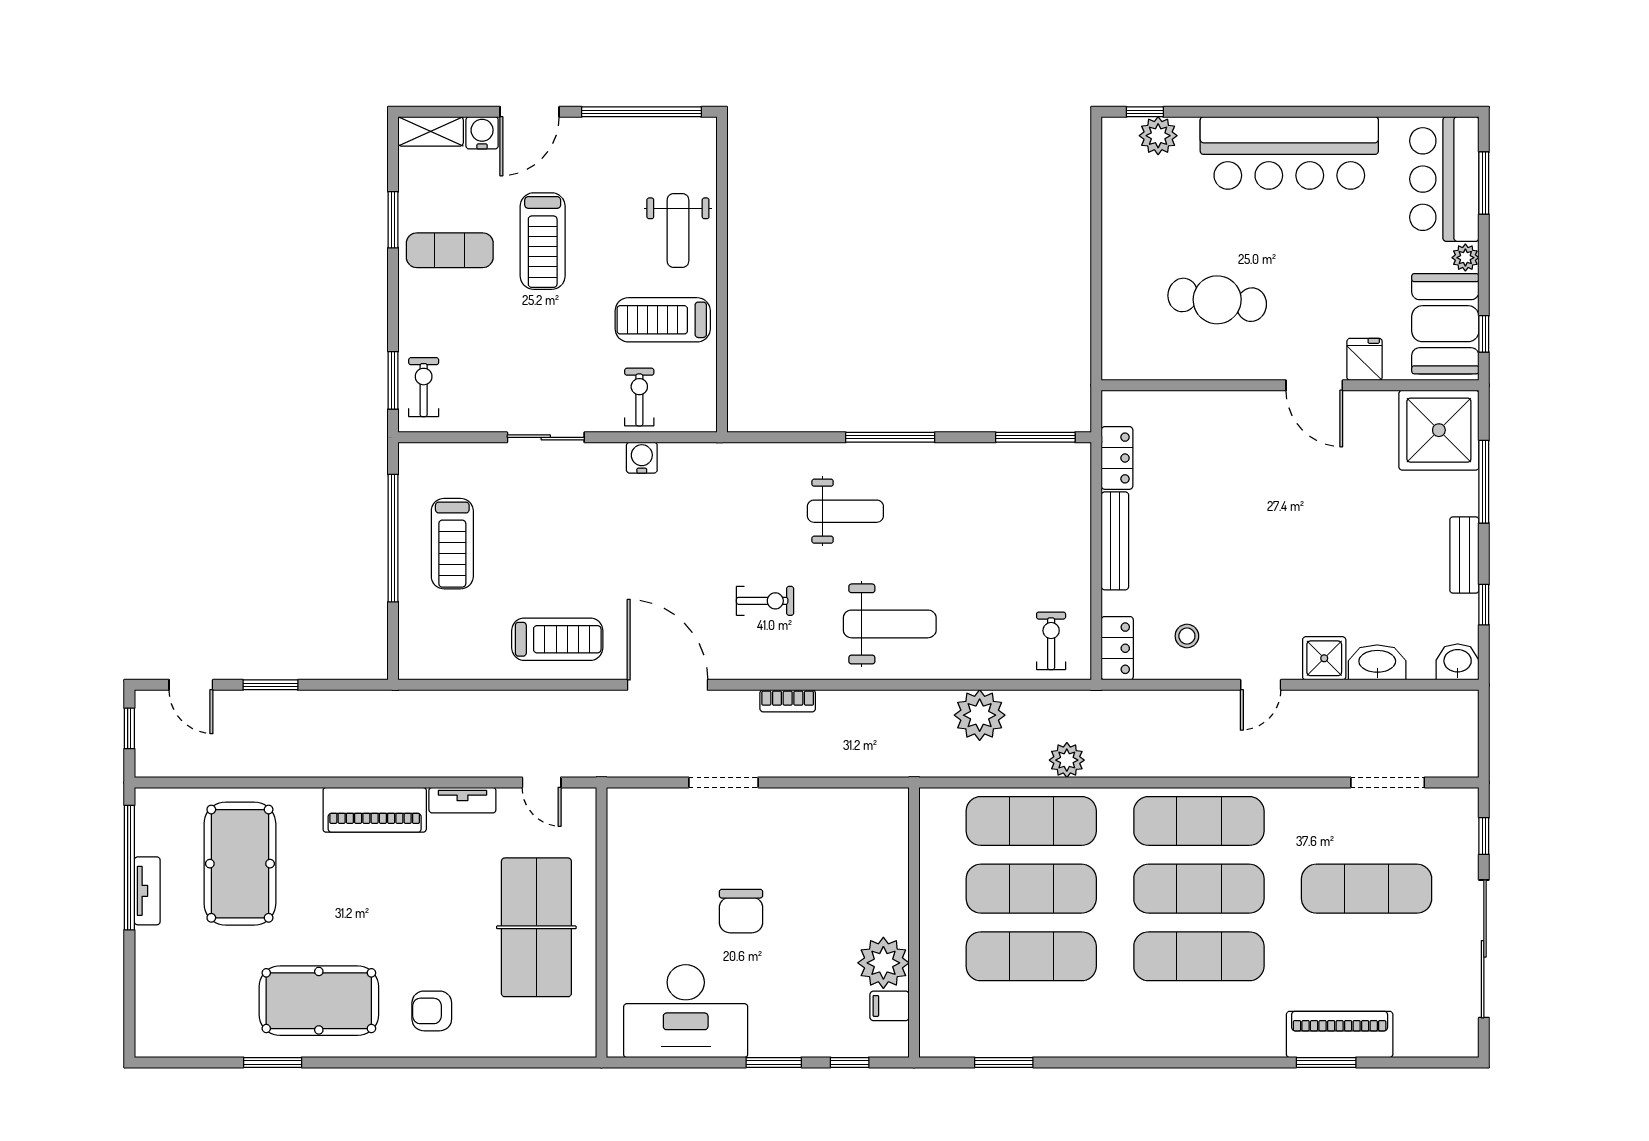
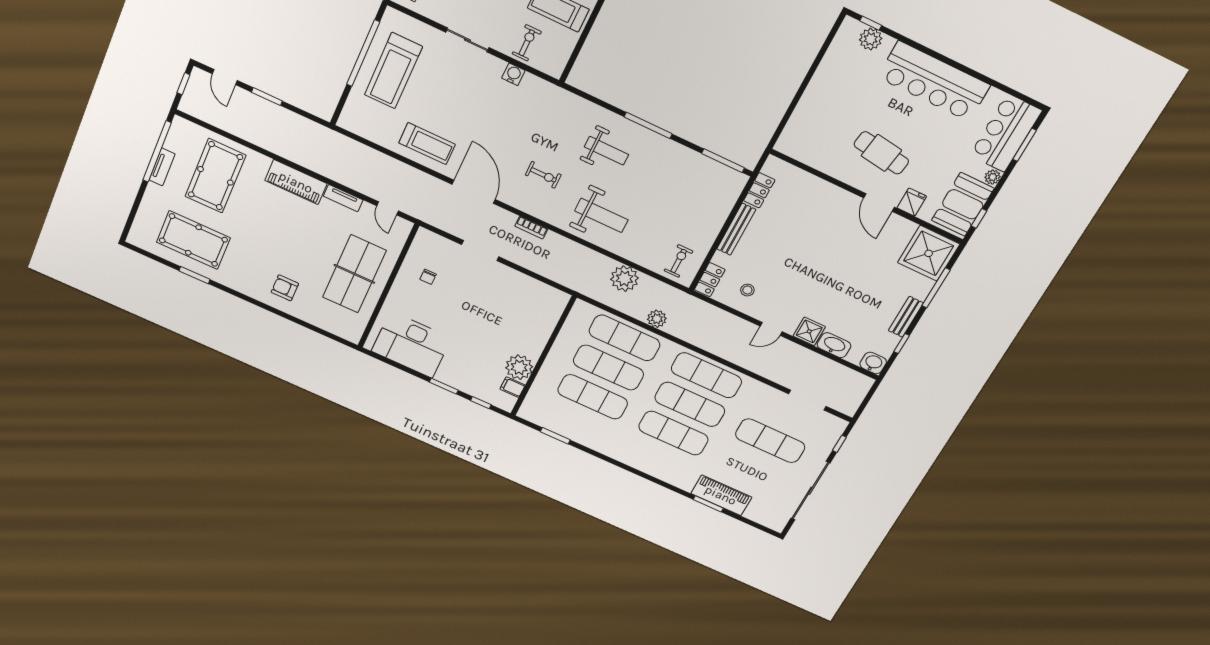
cafe table: (1217, 300) -> (881, 153), moved
treadmill: (452, 544) -> (393, 71), width x1.37, depth x1.38
chair: (741, 911) -> (428, 277), moved, width x0.54, depth x0.54
pool table: (319, 1001) -> (193, 240), moved

